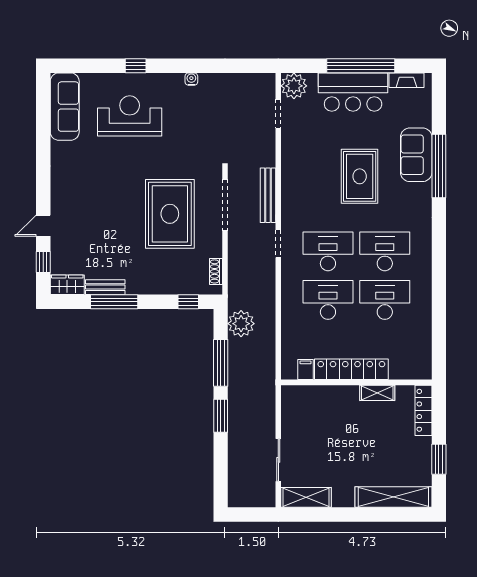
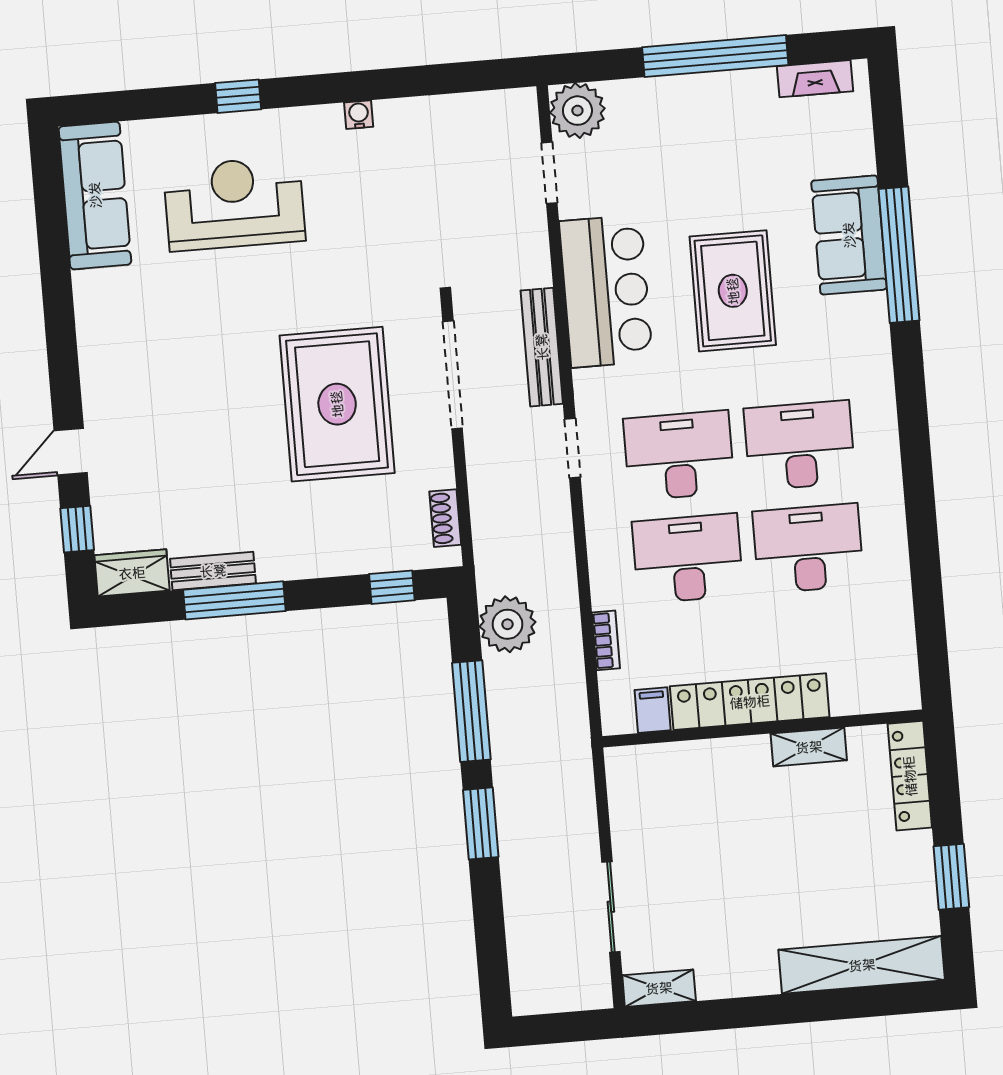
bar counter: (353, 92) -> (606, 291), moved, turned -90
bookcase: (286, 335) -> (606, 640), added
shelving: (306, 497) -> (659, 988), width x0.67, depth x0.75

